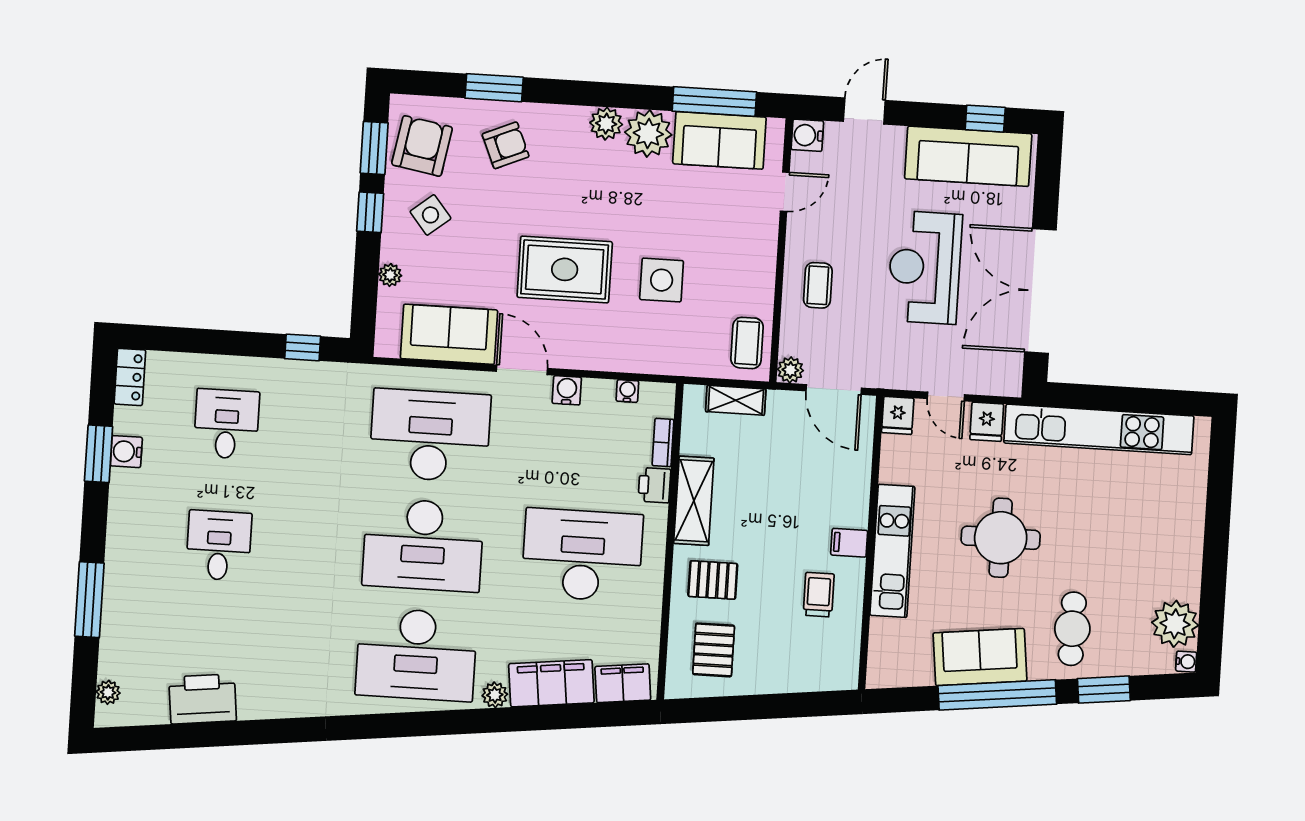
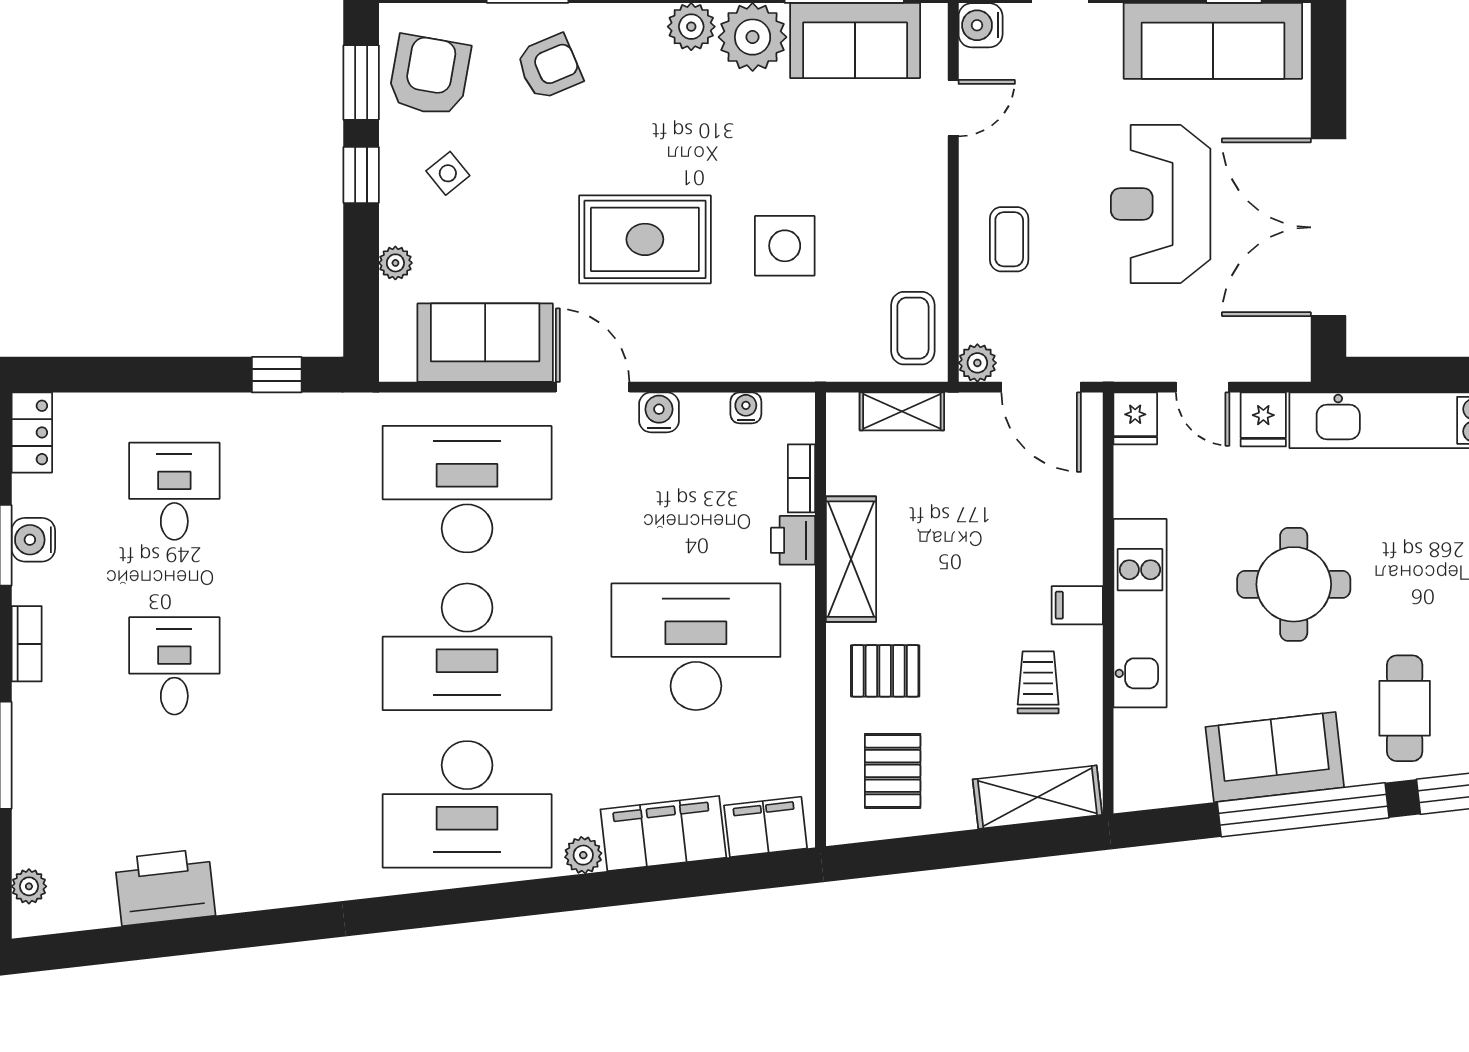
side table: (431, 215) -> (448, 173), width x0.73, depth x0.73
bookcase: (117, 524) -> (27, 644), added
shelving: (813, 674) -> (1037, 797), added

